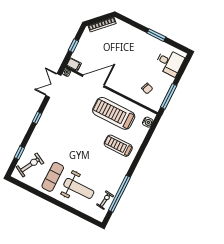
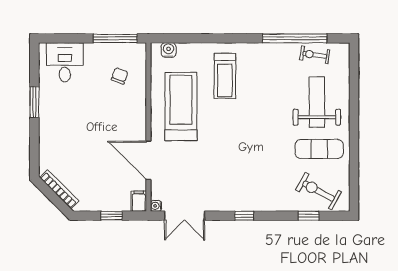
treadmill: (114, 113) -> (181, 107), turned 180

